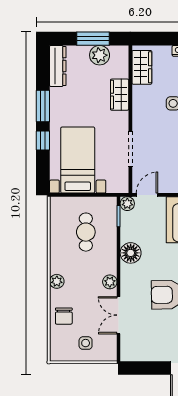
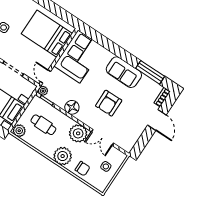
plant: (59, 207) -> (19, 131), added
plant: (57, 281) -> (63, 156), width x1.88, depth x1.88
plant: (110, 282) -> (78, 133), width x1.87, depth x1.87

